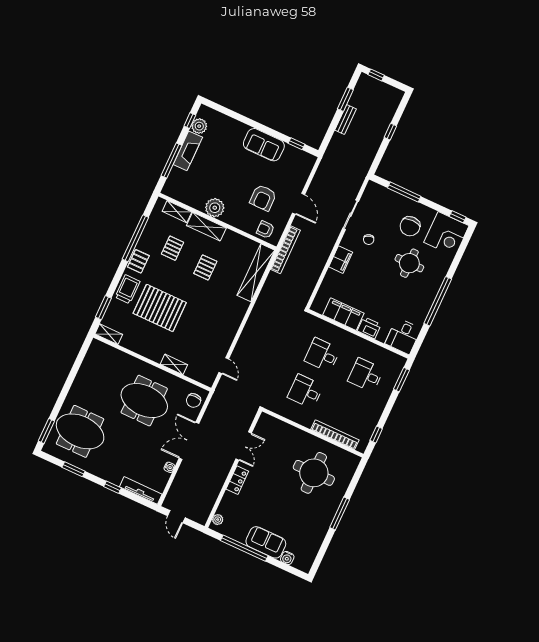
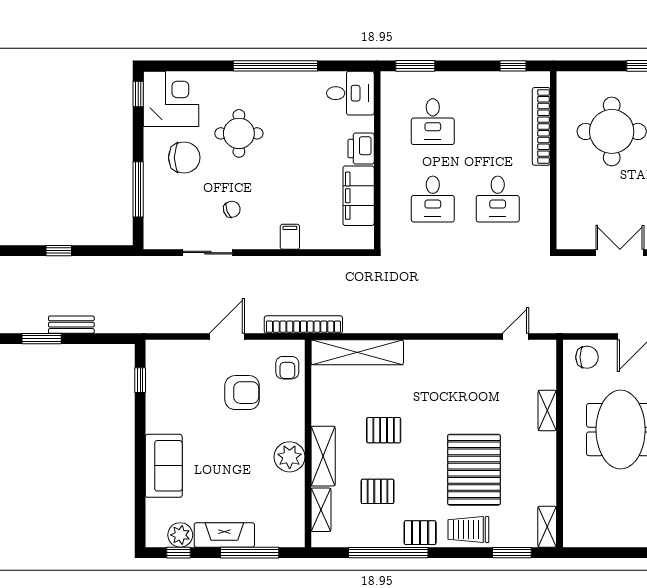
sofa: (264, 145) -> (164, 466), moved
filing cabinet: (341, 260) -> (290, 237), width x0.50

